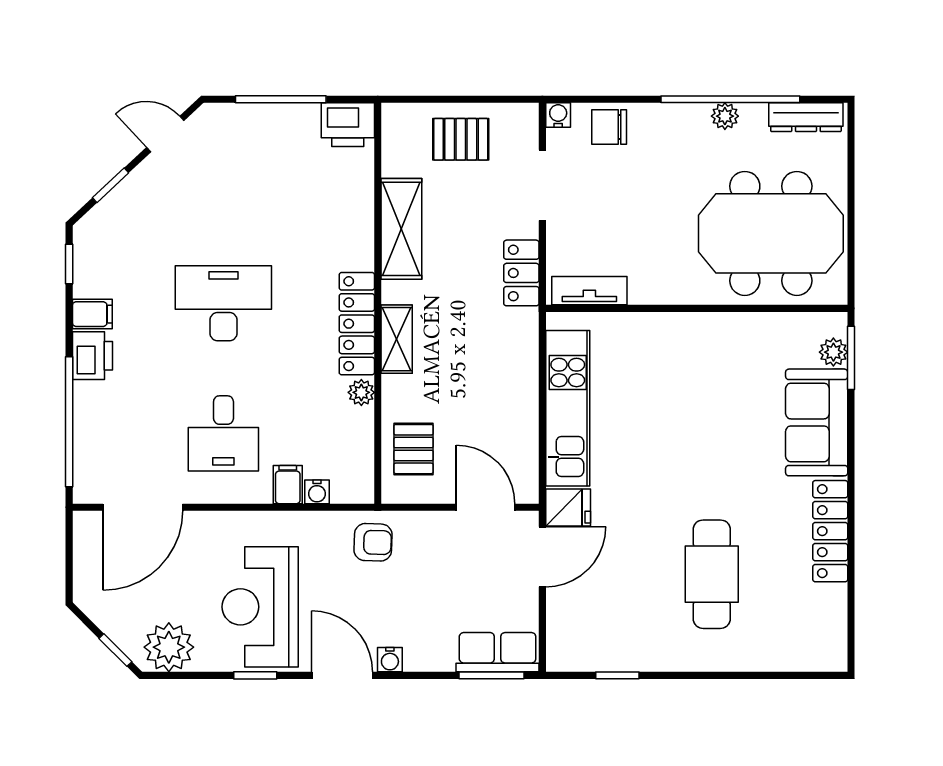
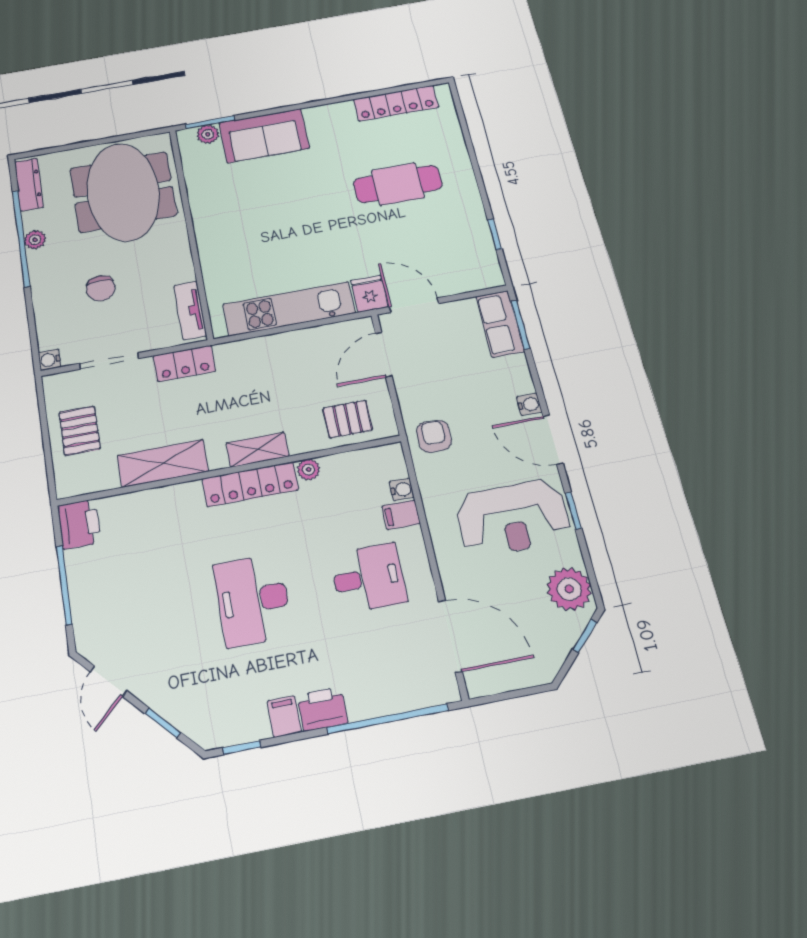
chair: (609, 127) -> (101, 288), moved
locker: (830, 531) -> (396, 103), moved
door: (342, 675) -> (553, 440), hinge flipped

